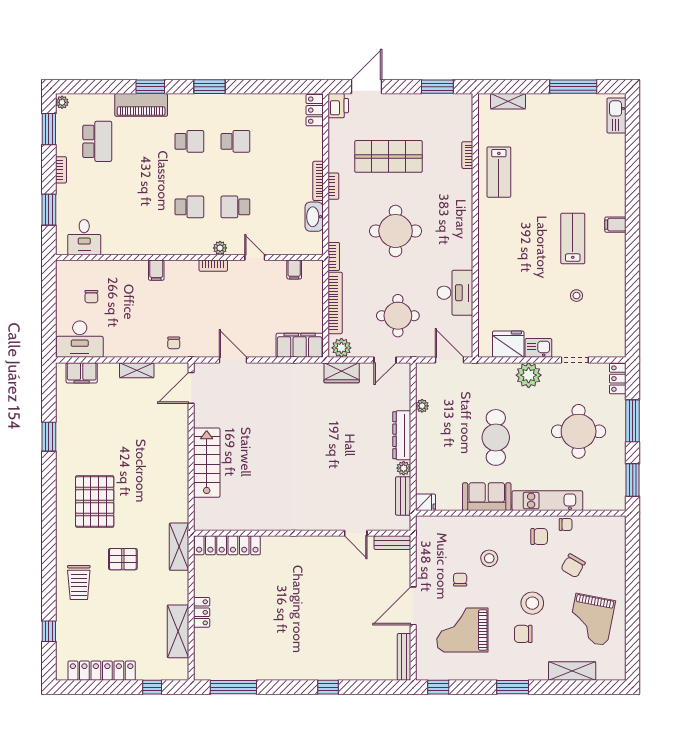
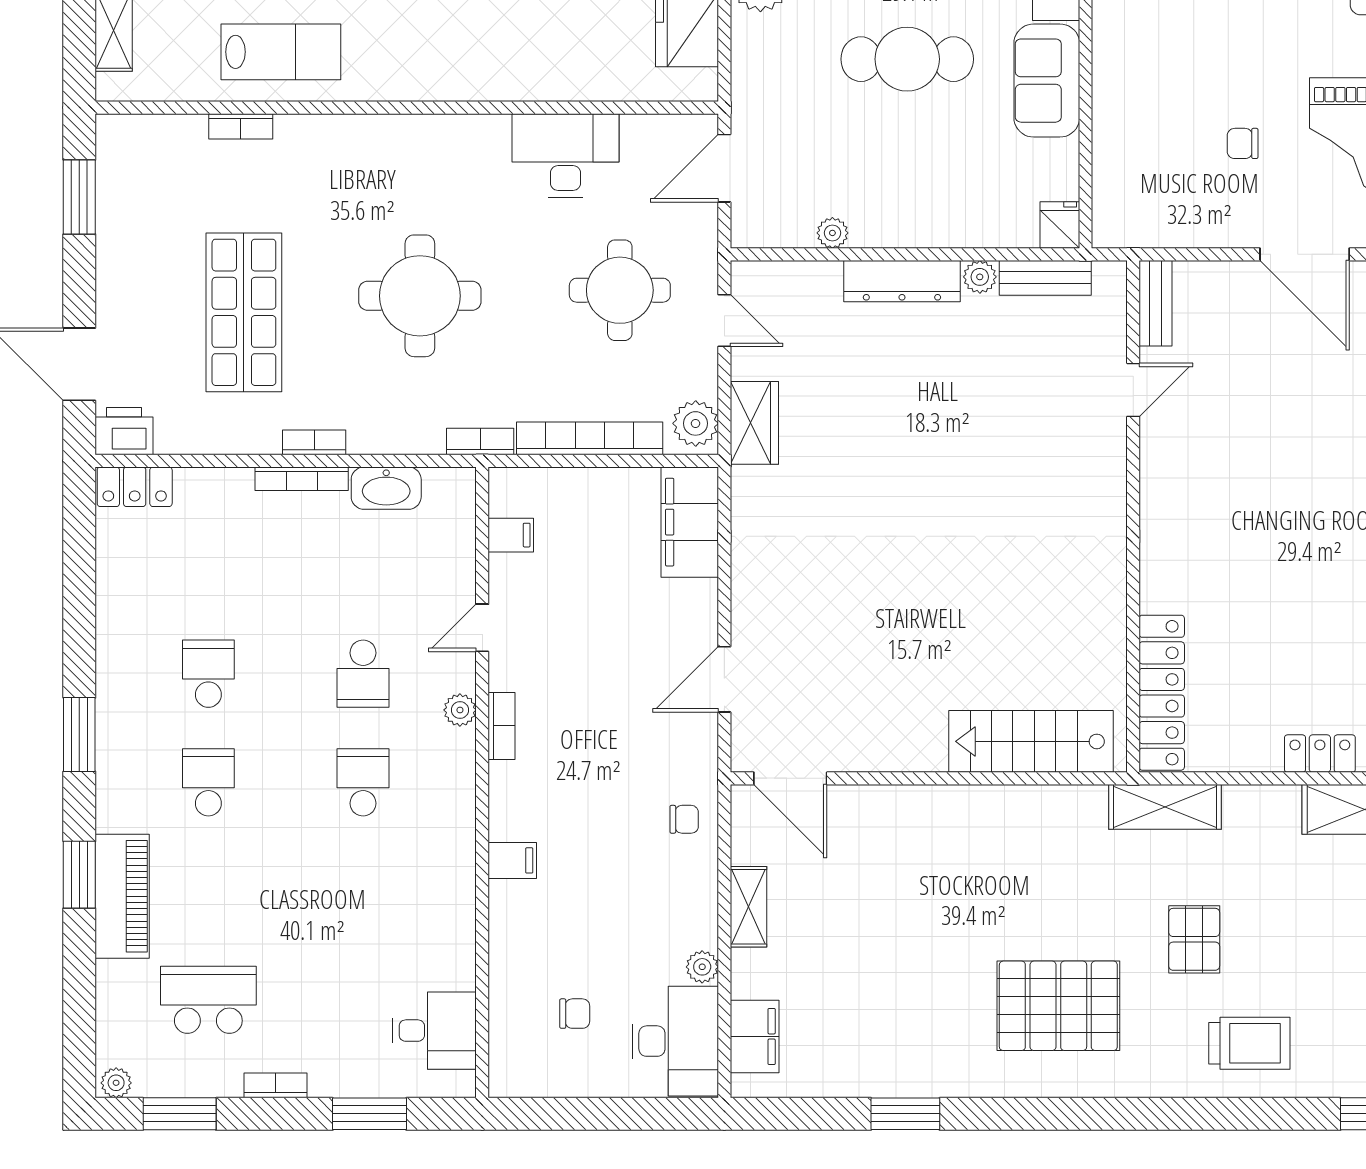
plant: (111, 351) -> (702, 967), added
stairs: (207, 463) -> (1031, 741), moved
stool: (489, 558) -> (1192, 75), removed

